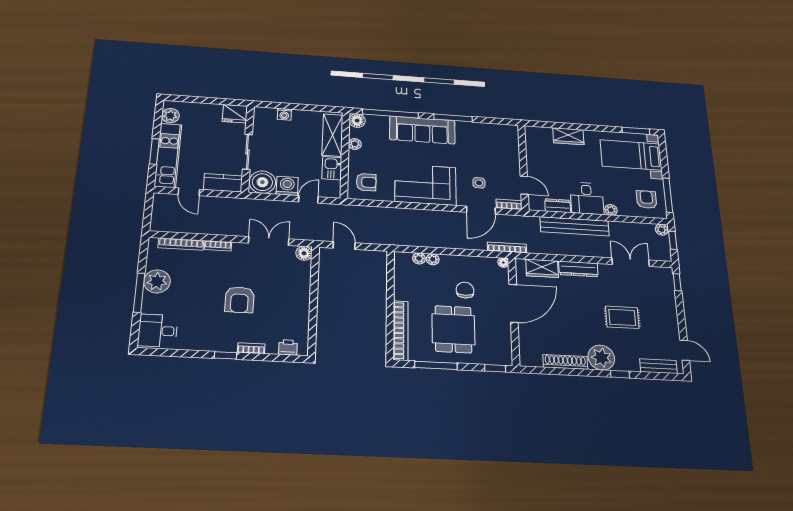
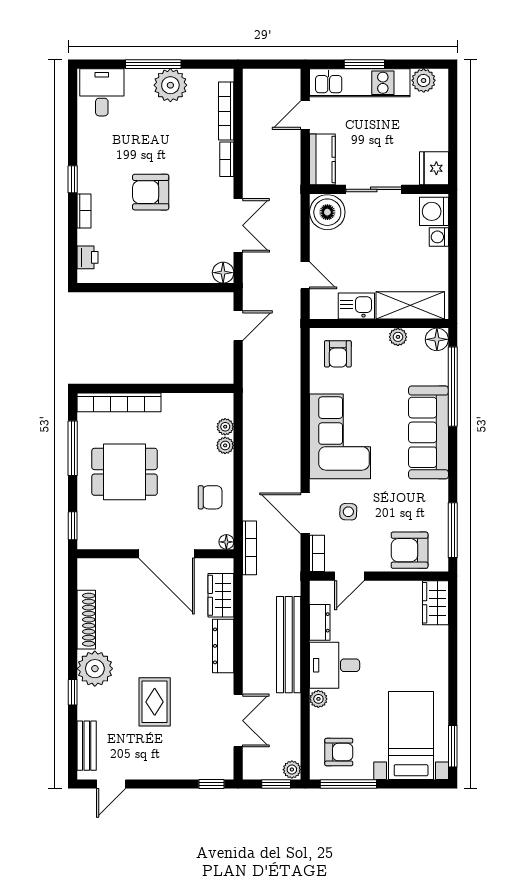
window: (453, 118) -> (453, 530), moved
wardrobe: (568, 136) -> (435, 603), moved
armchair: (505, 147) -> (410, 550), added
washing machine: (287, 186) -> (434, 211), moved, turned 180
chair: (465, 290) -> (210, 497), moved

